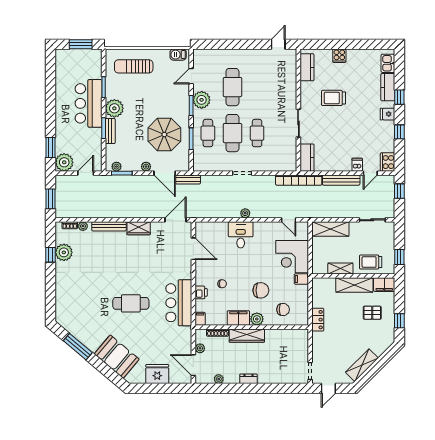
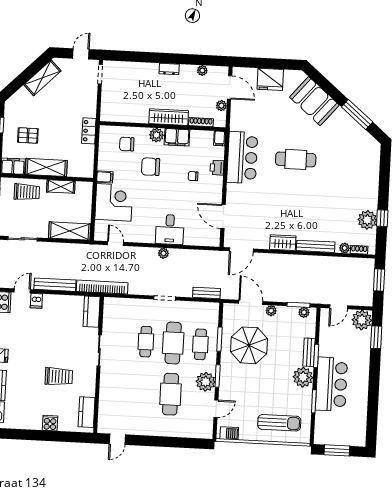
bench: (188, 180) -> (206, 293), moved

